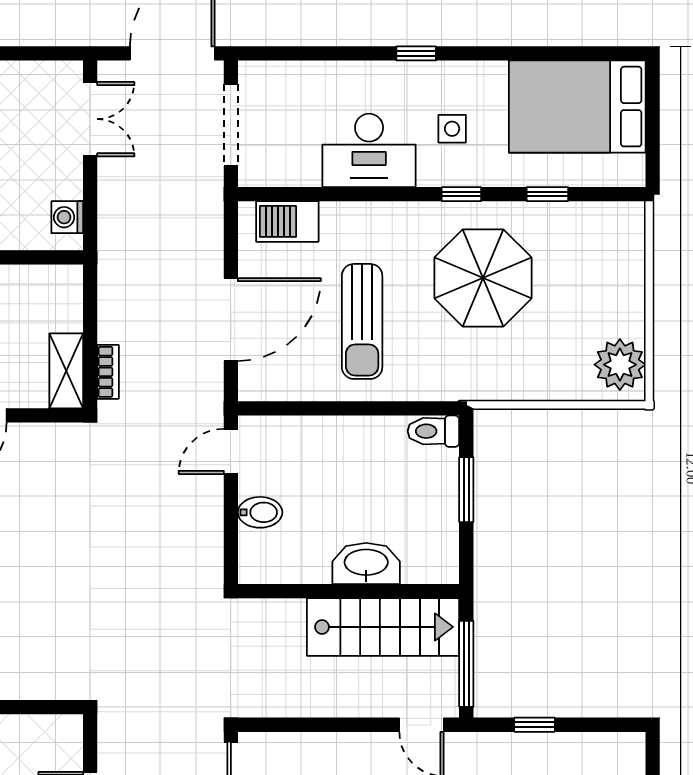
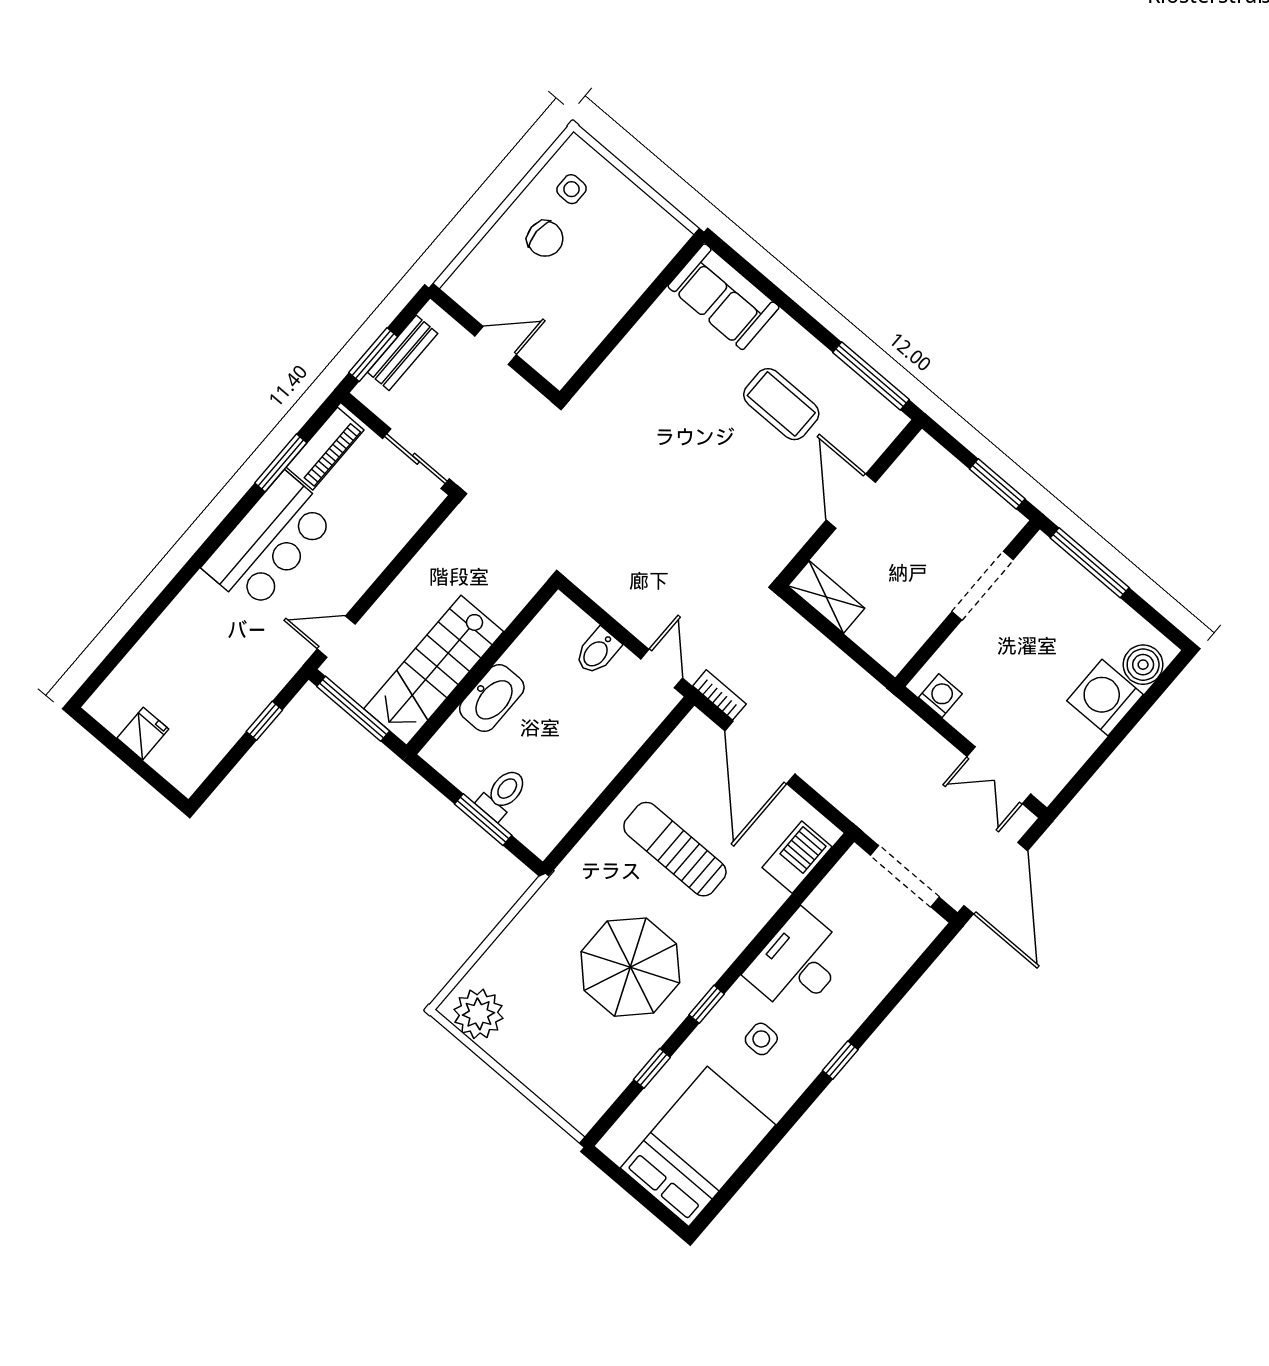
bookcase: (108, 372) -> (719, 695), moved, turned 180
toilet: (433, 431) -> (503, 794), moved

